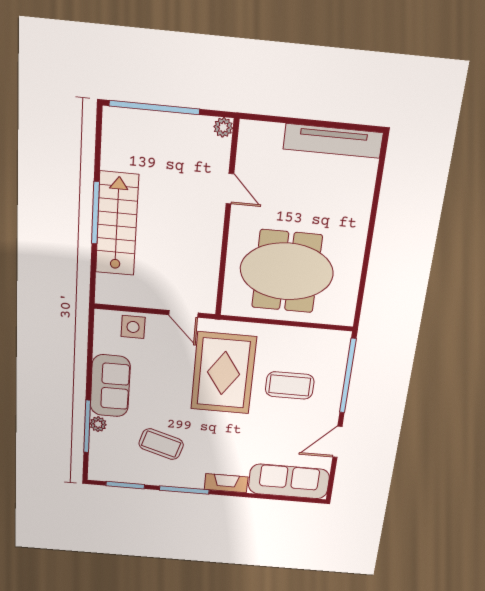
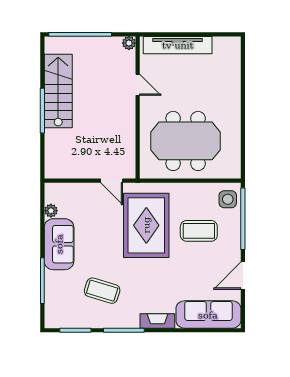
tv unit: (333, 141) -> (178, 45), moved
stairs: (117, 224) -> (58, 91), moved
side table: (133, 327) -> (228, 199), moved
plant: (98, 424) -> (51, 211), moved

